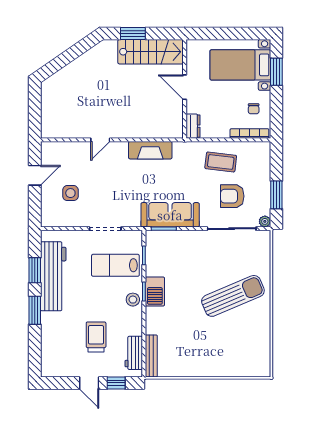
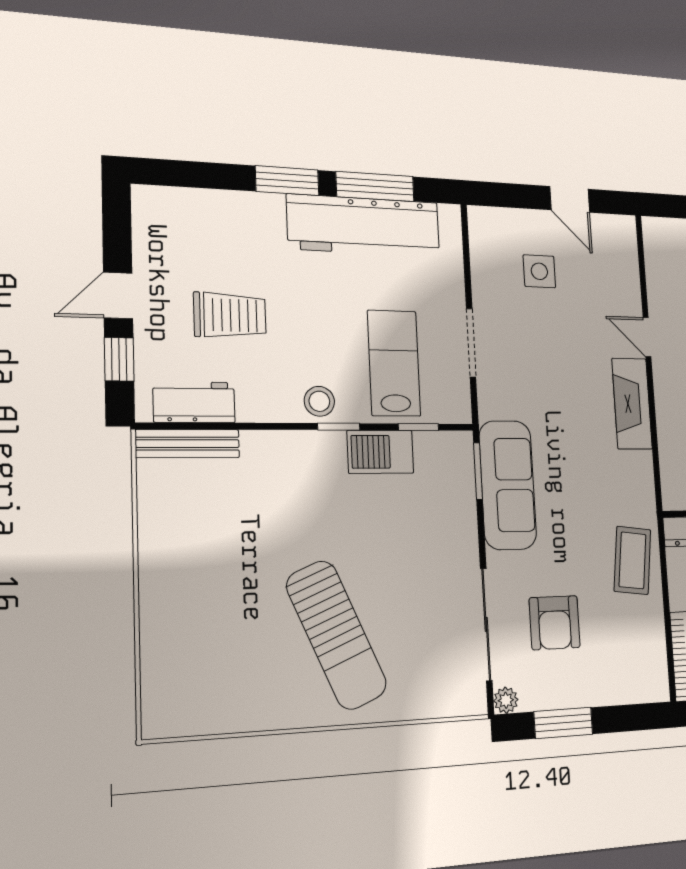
fireplace: (150, 150) -> (632, 404), moved
coffee table: (221, 162) -> (632, 560), moved
armchair: (232, 196) -> (555, 623), turned 180
window: (35, 270) -> (375, 187), width x1.44
barbecue: (155, 292) -> (380, 452), moved

